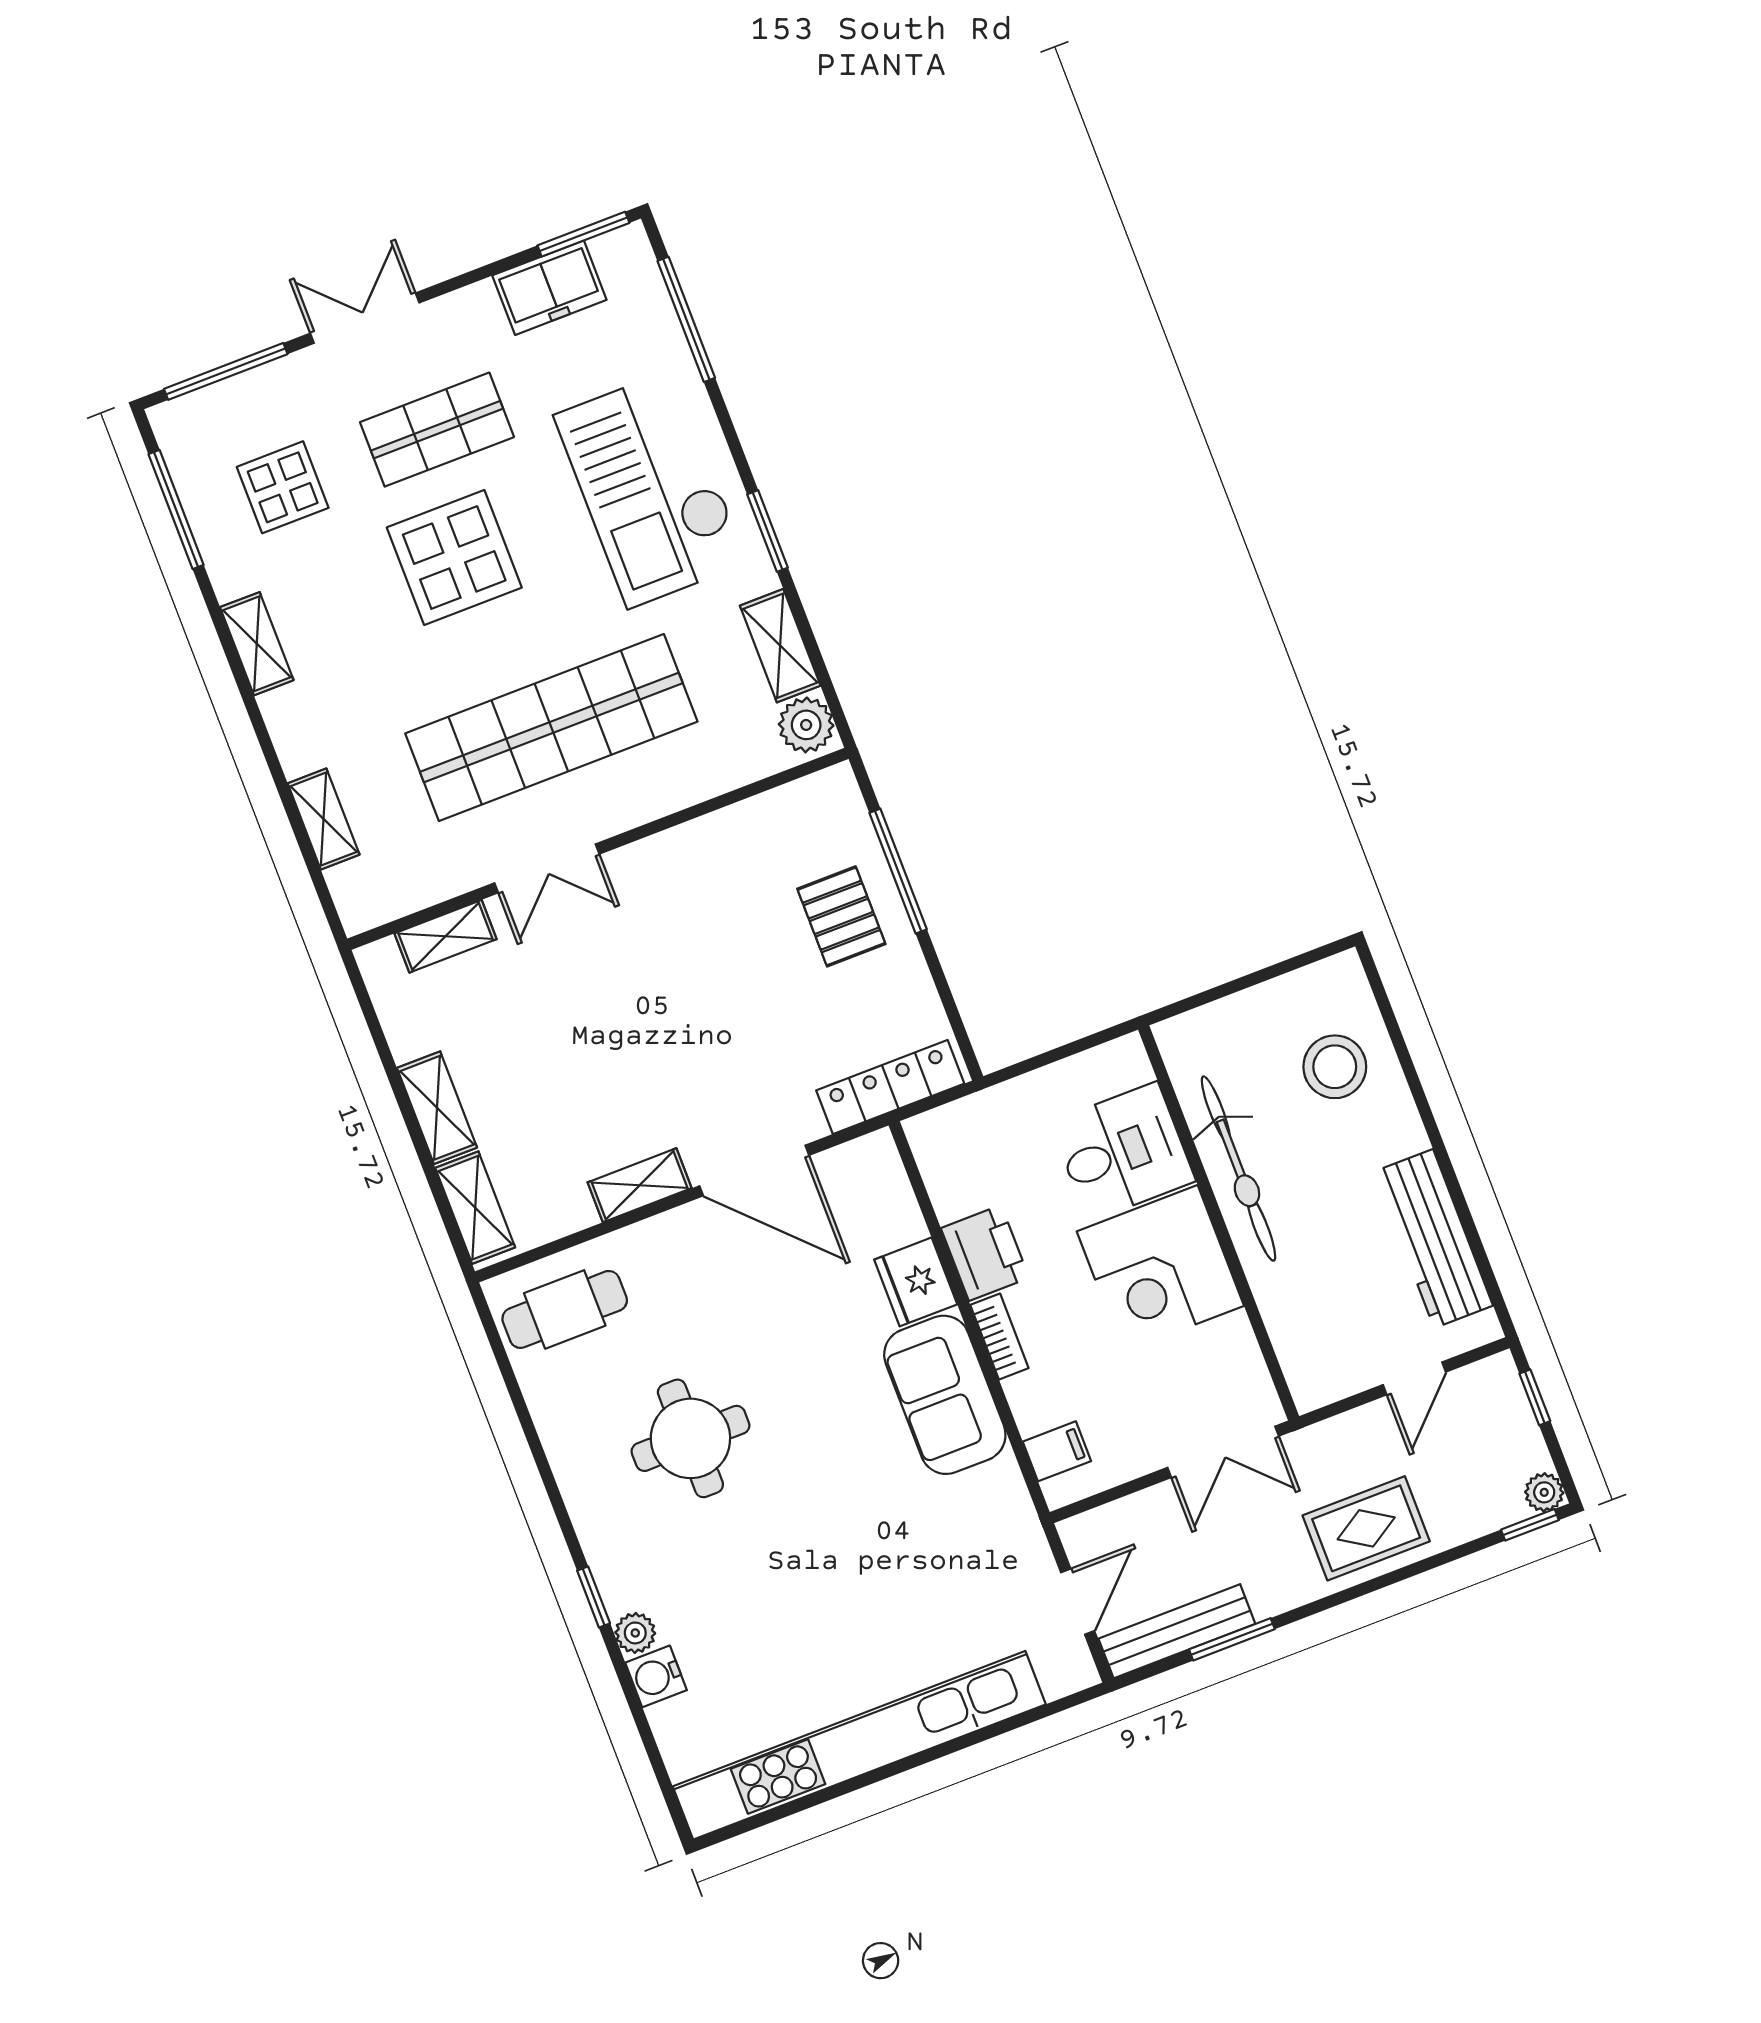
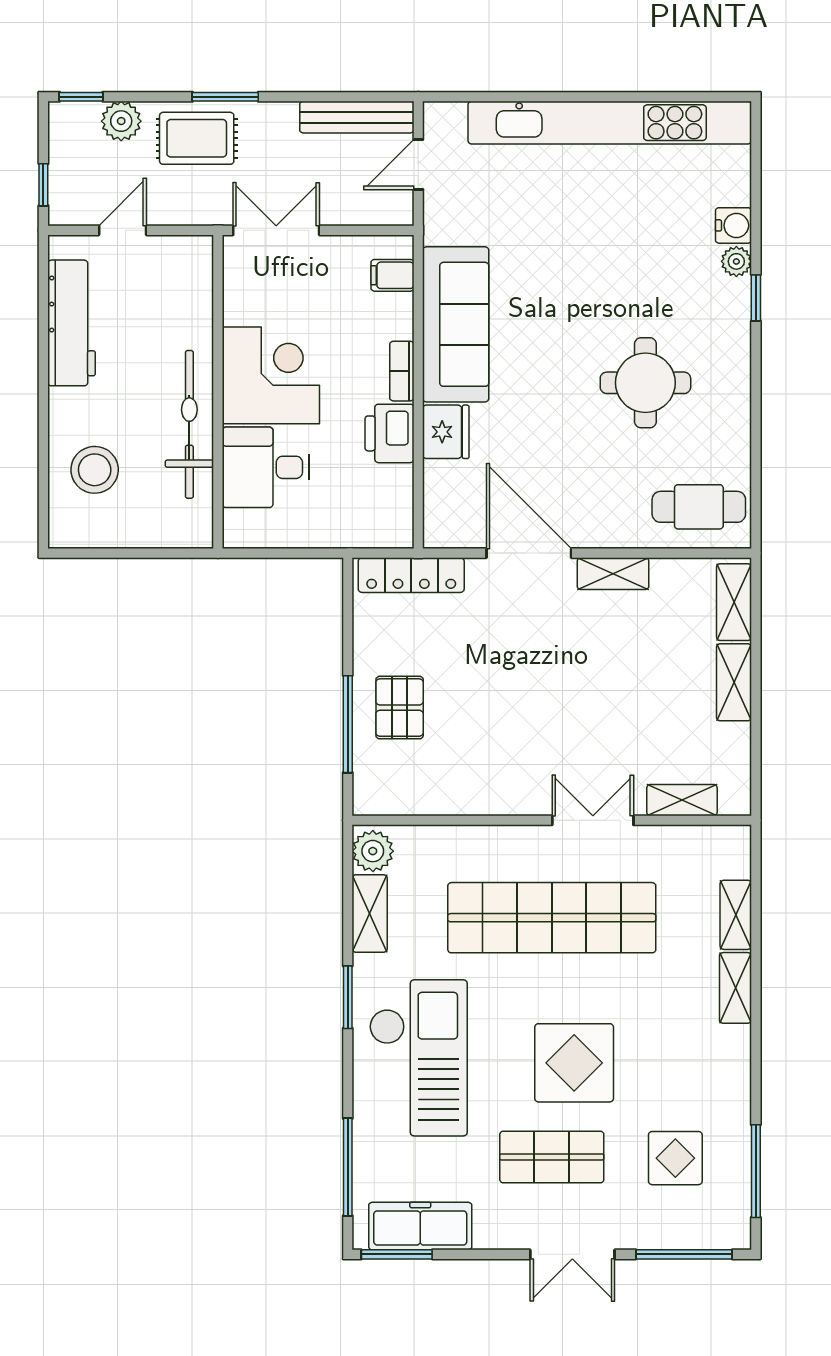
freezer: (549, 288) -> (420, 1226), width x1.40
shelving: (257, 644) -> (735, 988), moved
sofa: (945, 1395) -> (456, 324), width x1.36
plant: (1544, 1492) -> (121, 121), moved, width x1.38, depth x1.38
window: (1232, 1639) -> (225, 97), moved

